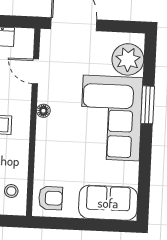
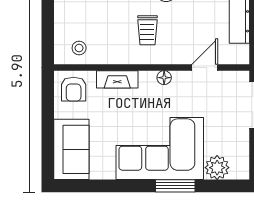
plant: (128, 59) -> (217, 168), width x0.73, depth x0.73
fireplace: (43, 156) -> (117, 79), added

